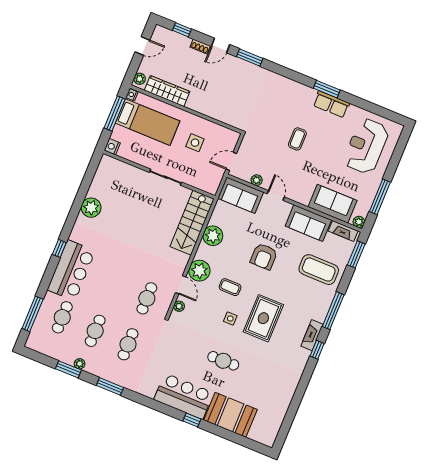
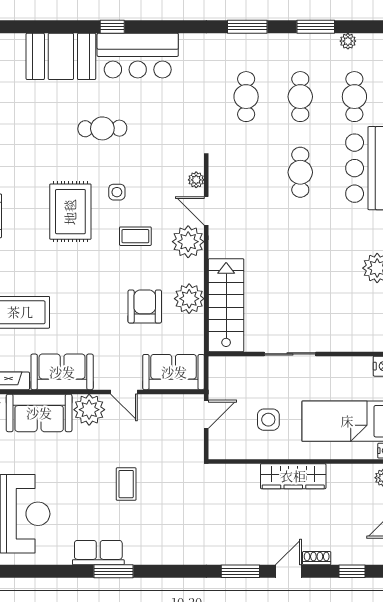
wardrobe: (167, 91) -> (293, 476), moved
plant: (257, 180) -> (89, 410), moved, width x1.87, depth x1.87
armchair: (264, 257) -> (145, 307), moved
cafe table: (147, 298) -> (300, 172), moved
plant: (80, 364) -> (348, 41), moved

